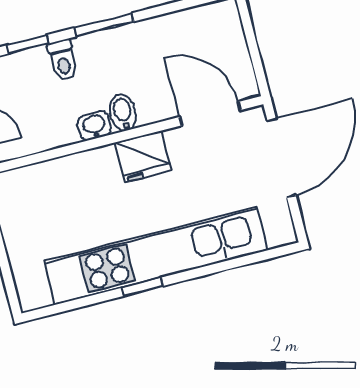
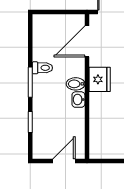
toilet: (63, 60) -> (42, 68), moved

